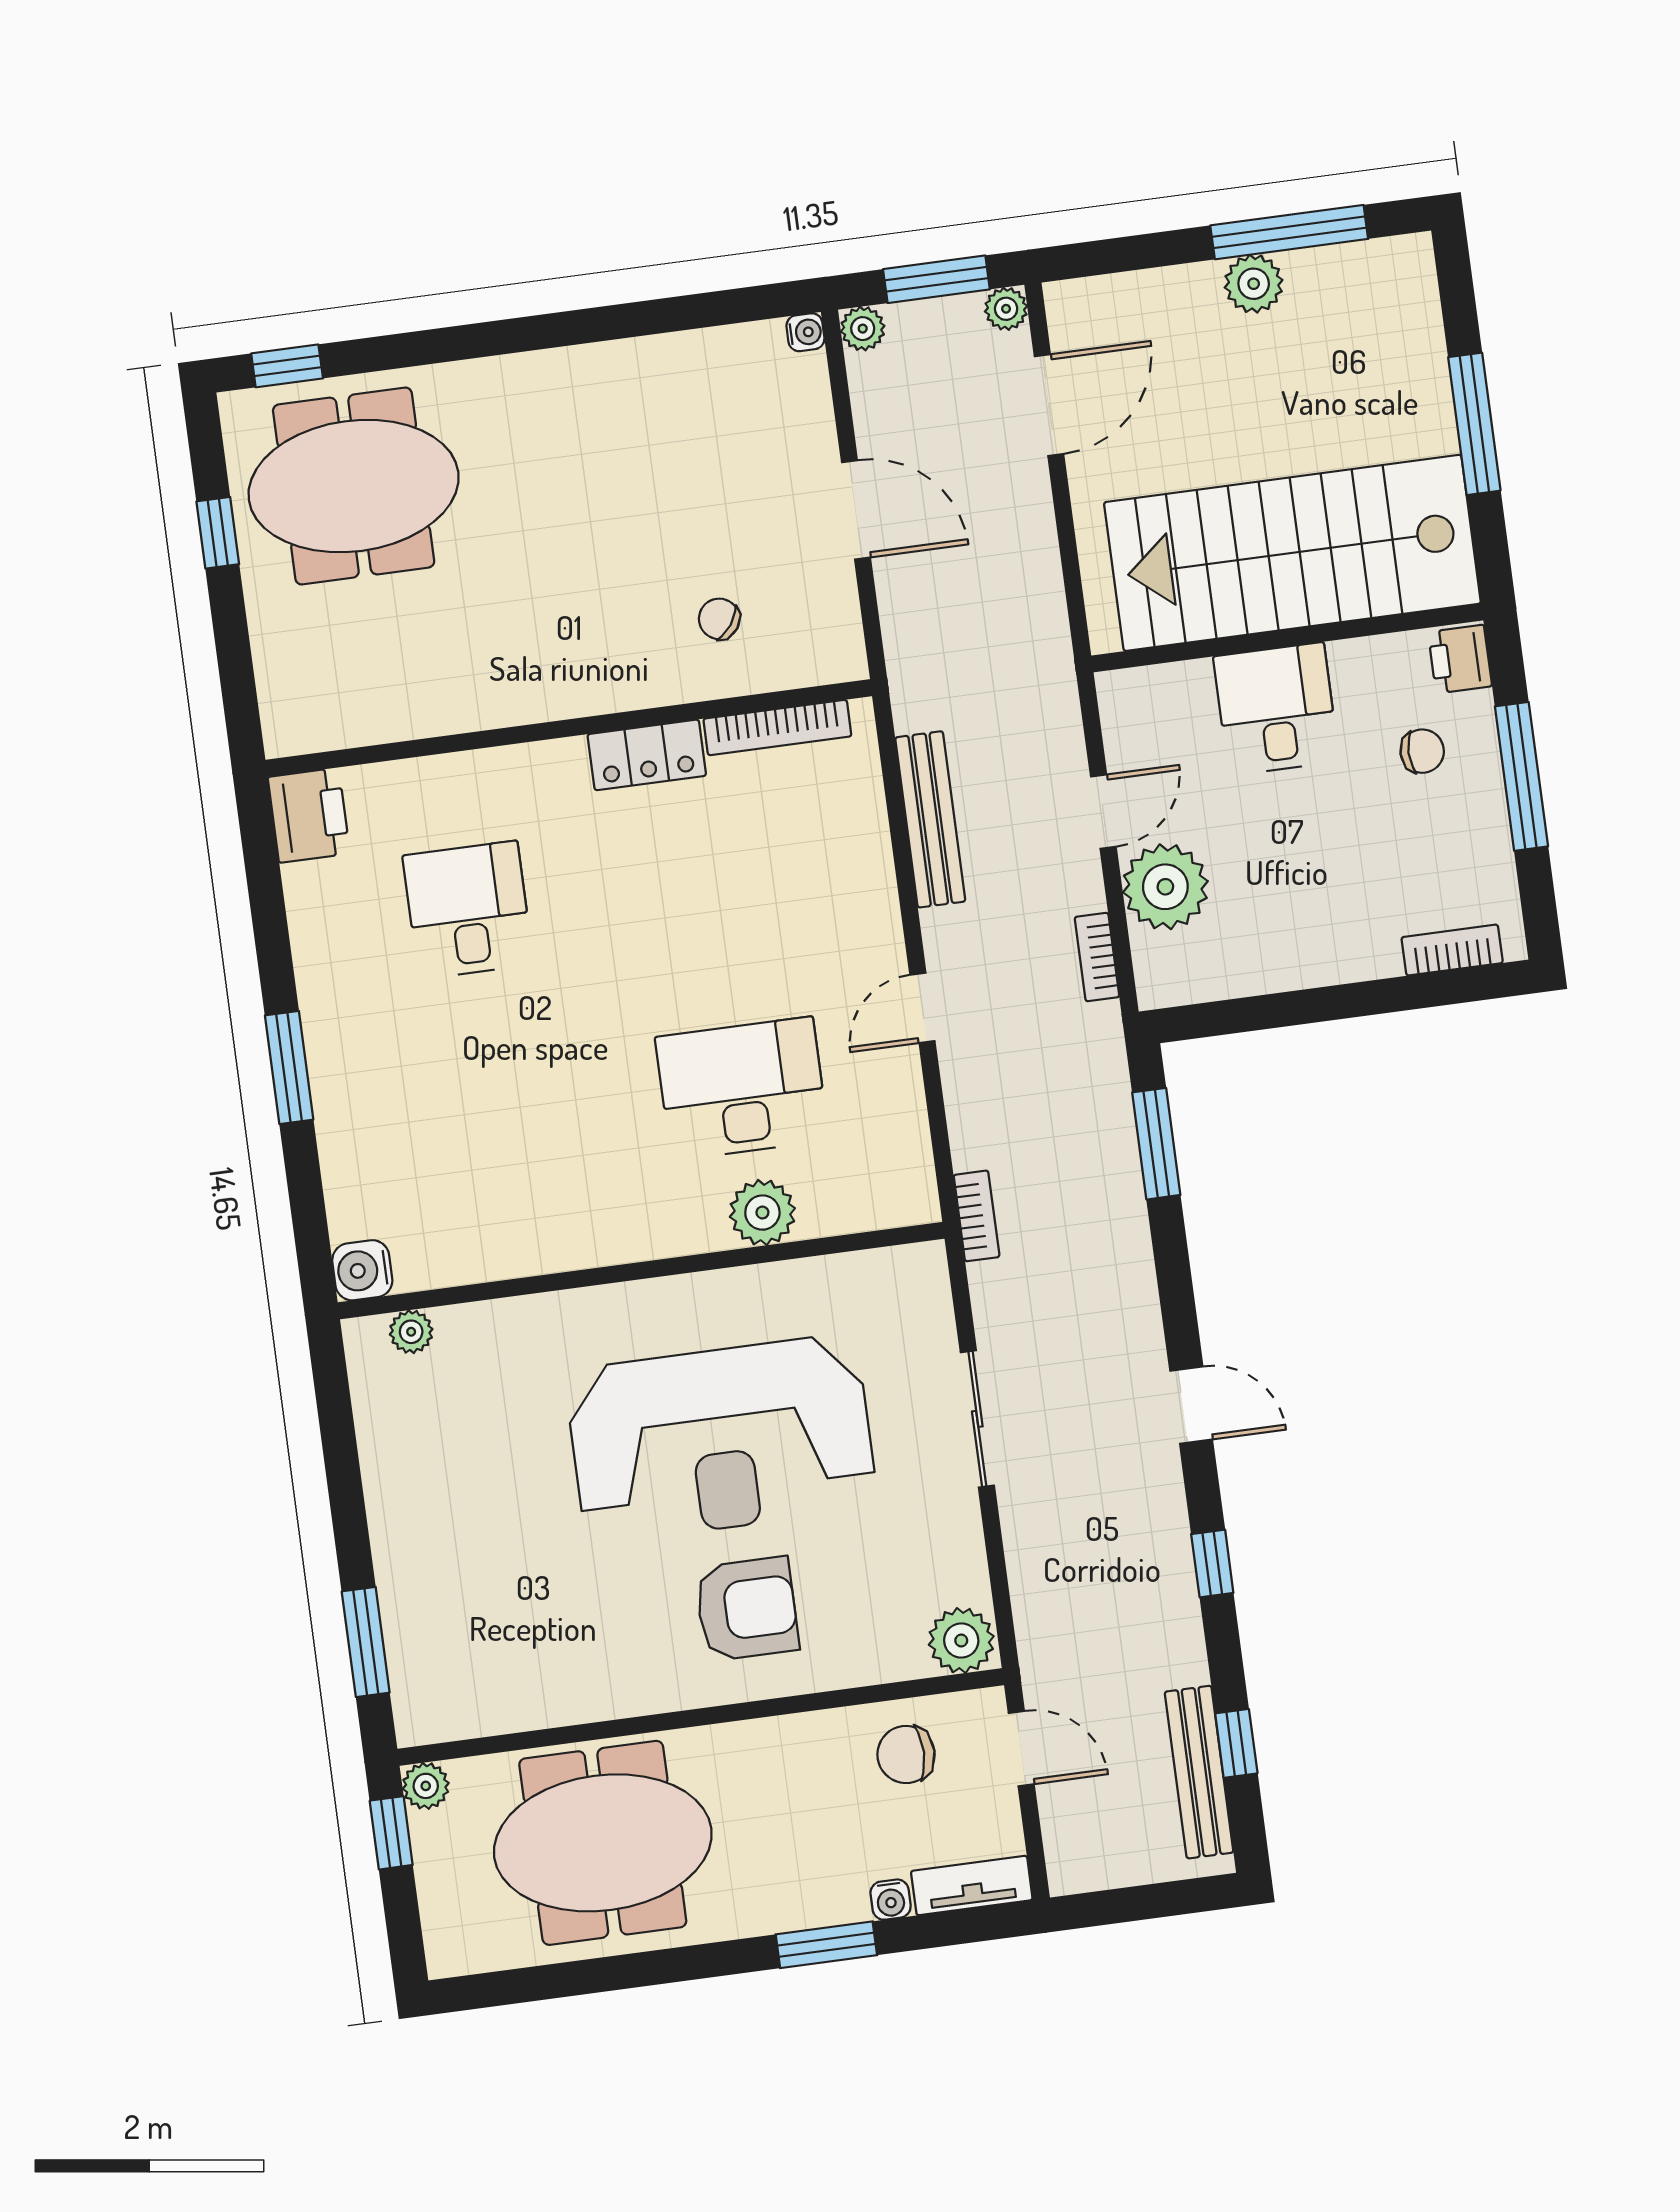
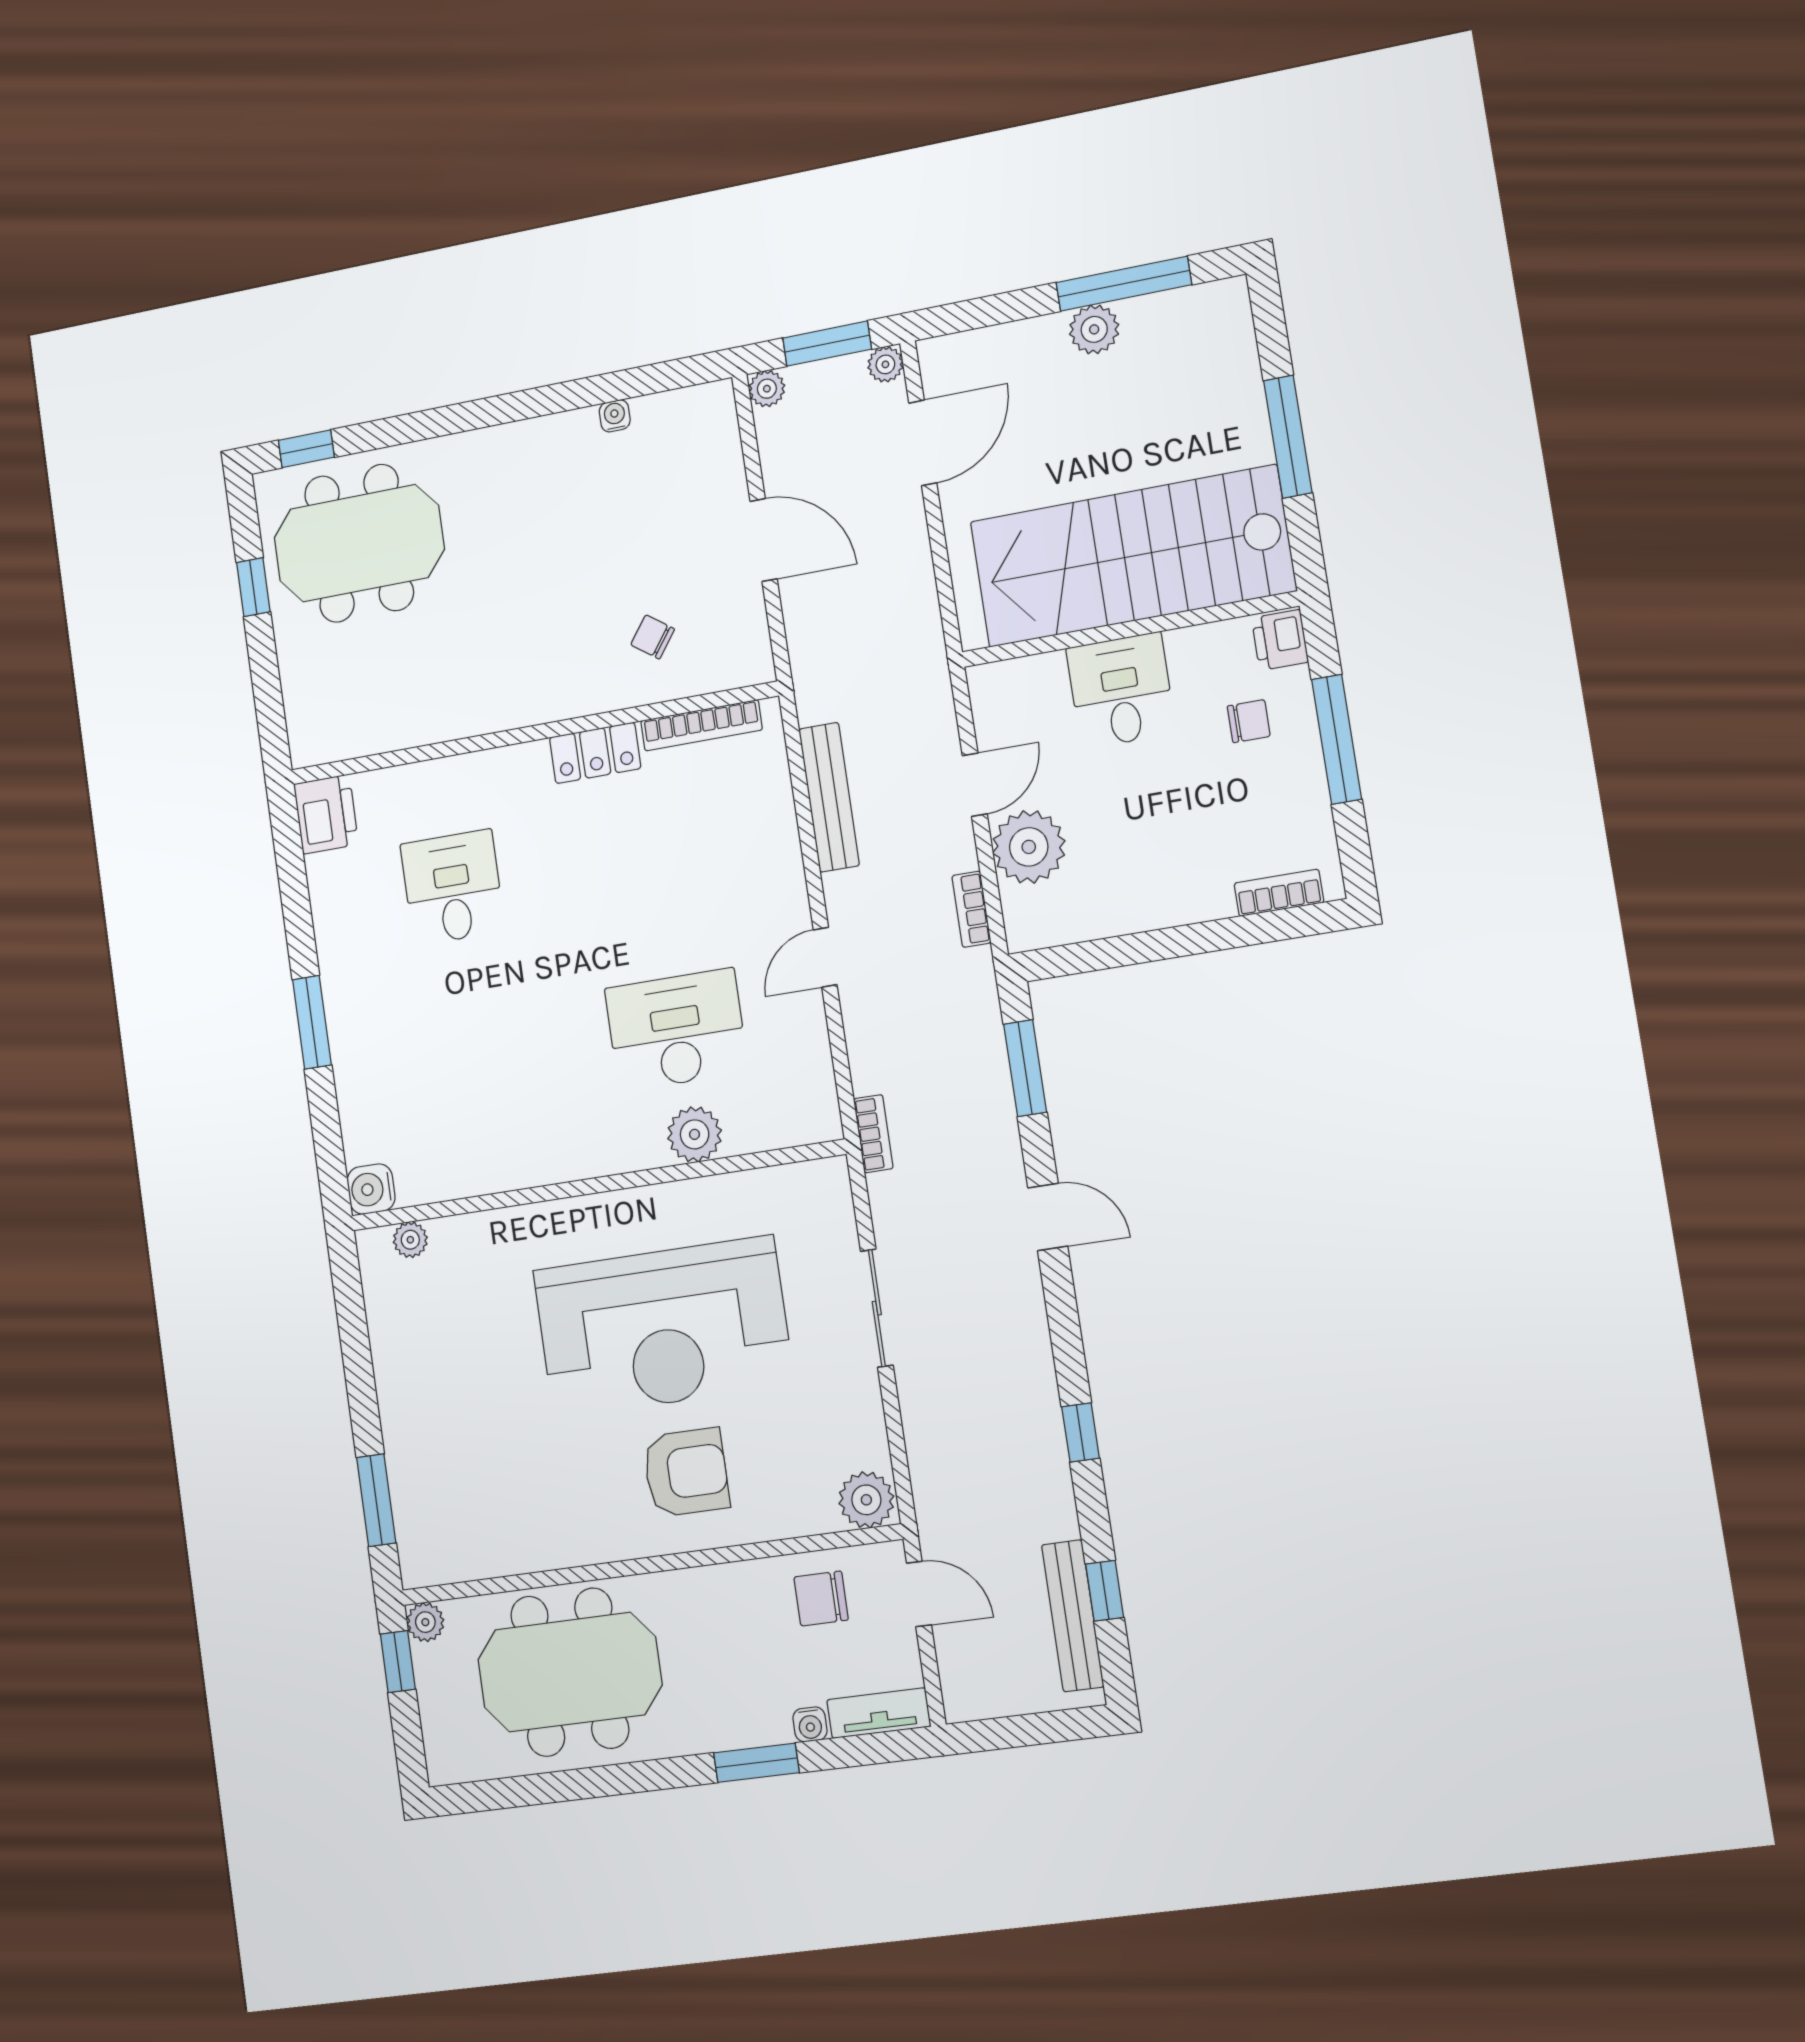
water cooler: (805, 332) -> (615, 416), moved, turned -90
door: (1191, 1405) -> (1048, 1217), moved

